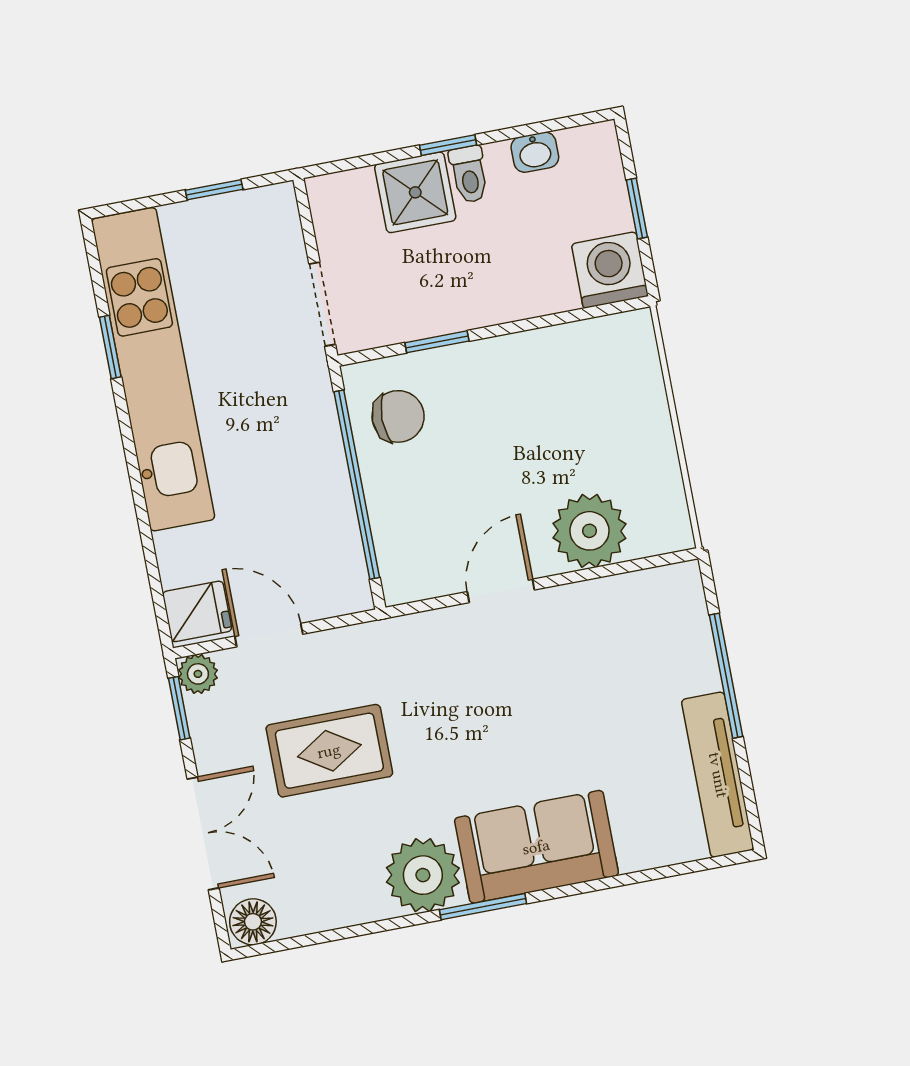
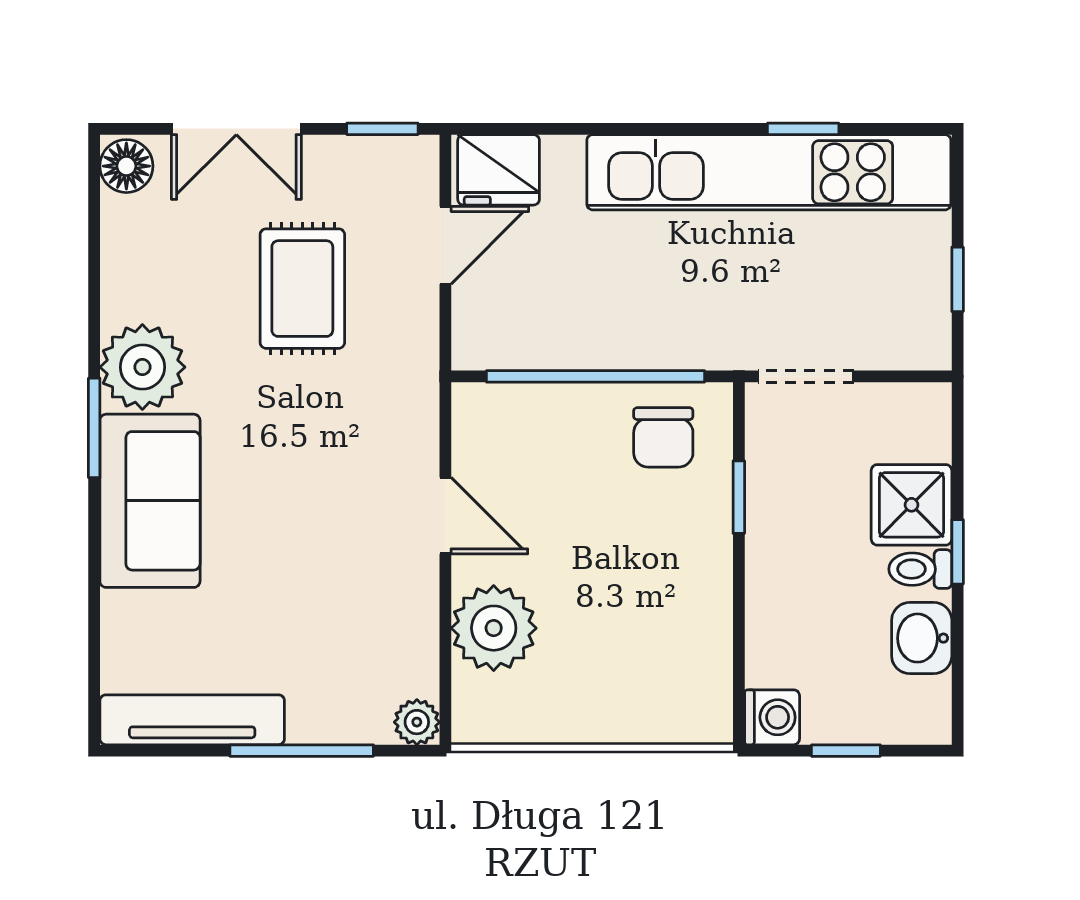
washbasin: (535, 152) -> (922, 638), width x1.38, depth x1.45
washing machine: (610, 270) -> (772, 717), width x0.73, depth x0.73
fridge: (197, 611) -> (499, 170), width x1.38
plant: (198, 674) -> (417, 722), moved

